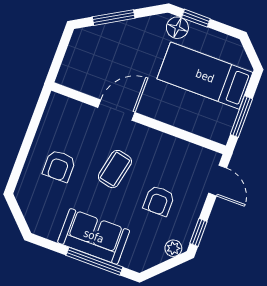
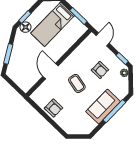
armchair: (59, 166) -> (54, 108), moved
door: (218, 181) -> (103, 39), hinge flipped

